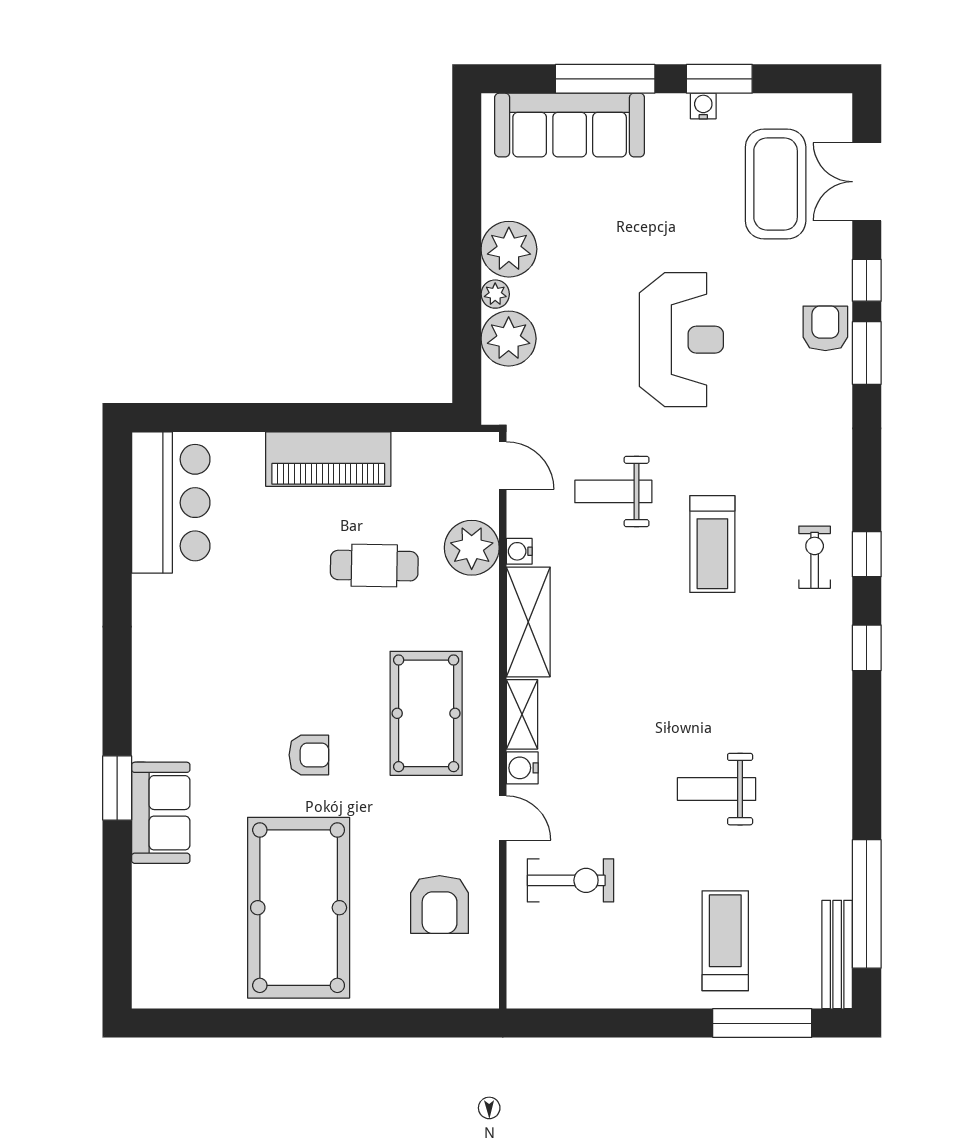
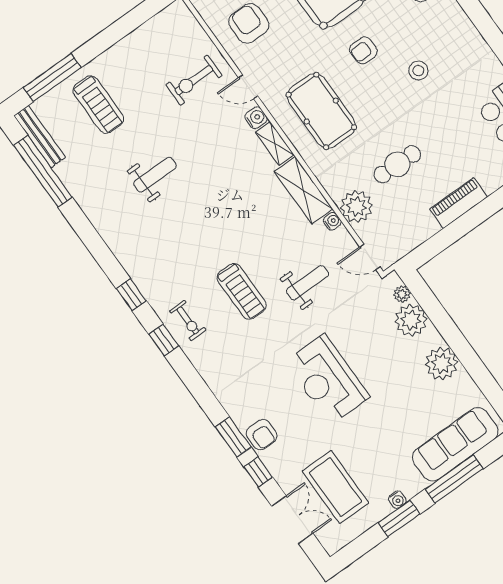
plant: (495, 294) -> (402, 294), moved
piano: (328, 459) -> (459, 203), width x0.73, depth x0.75
treadmill: (712, 544) -> (242, 291), turned 180
stool: (253, 673) -> (418, 70), added

